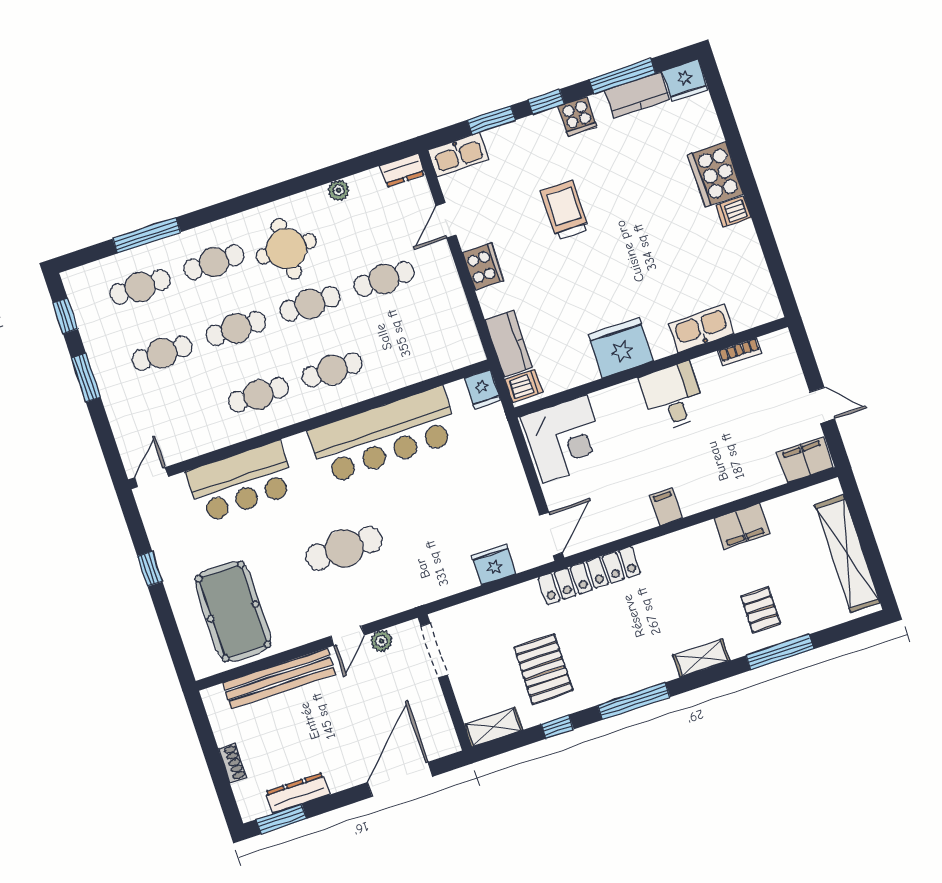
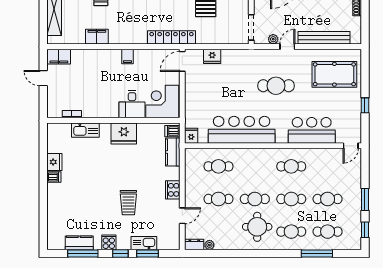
fridge: (685, 80) -> (54, 162), moved, turned 90
kitchen sink: (458, 155) -> (144, 243), moved
cooker: (715, 174) -> (56, 196), removed
plant: (339, 190) -> (209, 245), moved
cafe table: (332, 370) -> (218, 166), moved
desk: (673, 397) -> (132, 104), moved
pool table: (233, 611) -> (334, 74), turned 90

